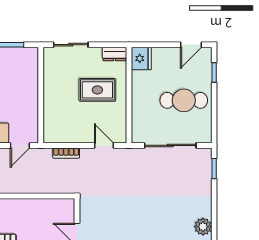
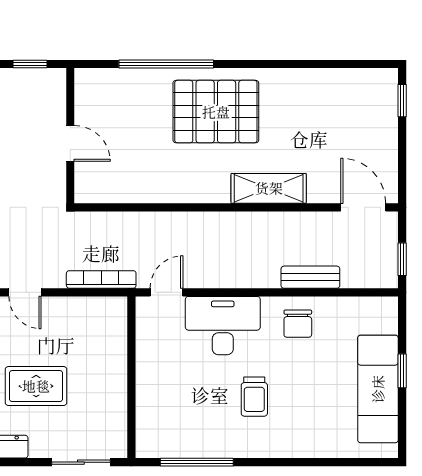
bookcase: (66, 153) -> (101, 279), width x1.56

